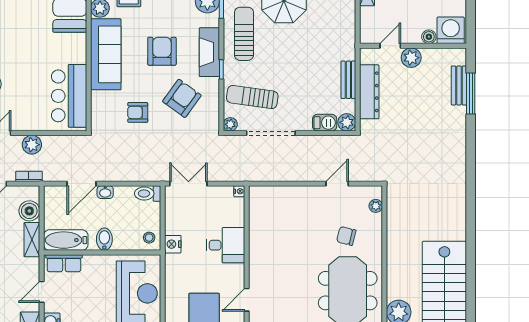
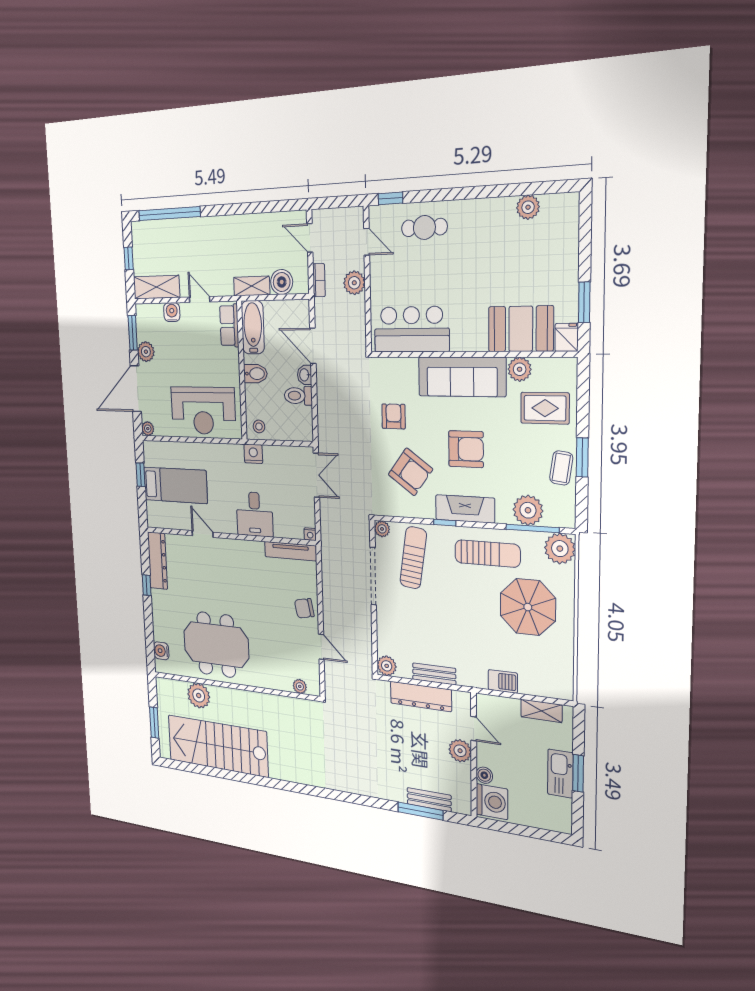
barbecue: (325, 123) -> (503, 681), moved, turned -90
toilet: (148, 193) -> (298, 396), moved, turned -90
tv unit: (255, 211) -> (291, 551), added
chair: (346, 236) -> (304, 608), moved, turned -115

